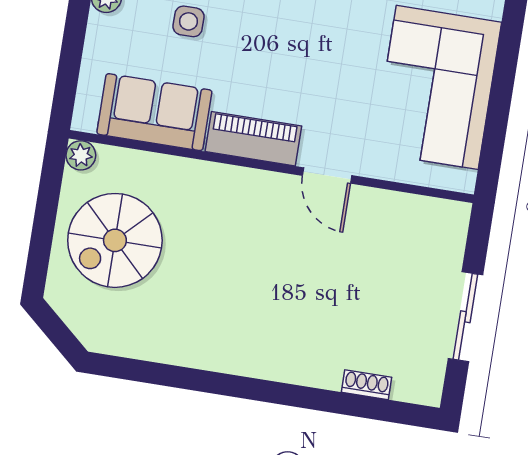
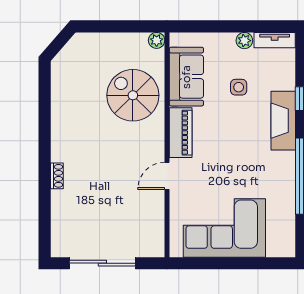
spiral stairs: (115, 240) -> (133, 95), moved
sliding door: (465, 317) -> (102, 263), width x1.37
shoe rack: (366, 385) -> (57, 176), moved

